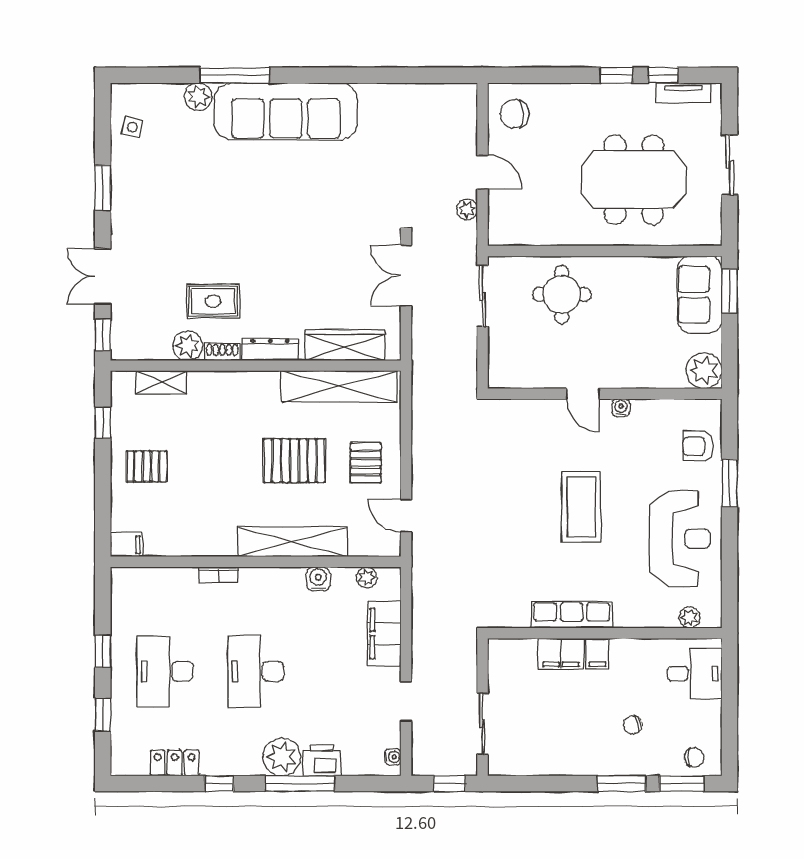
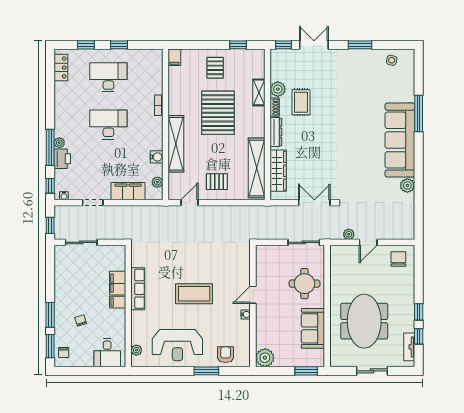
plant: (198, 97) -> (407, 185), moved
sofa: (700, 295) -> (313, 328), moved, turned -90
shelving: (161, 382) -> (259, 92), moved
pallet: (294, 461) -> (218, 113), moved, width x1.37, depth x1.41
plant: (282, 757) -> (59, 143), width x0.53, depth x0.53
locker: (175, 763) -> (61, 68), moved
window: (219, 784) -> (50, 186), moved

